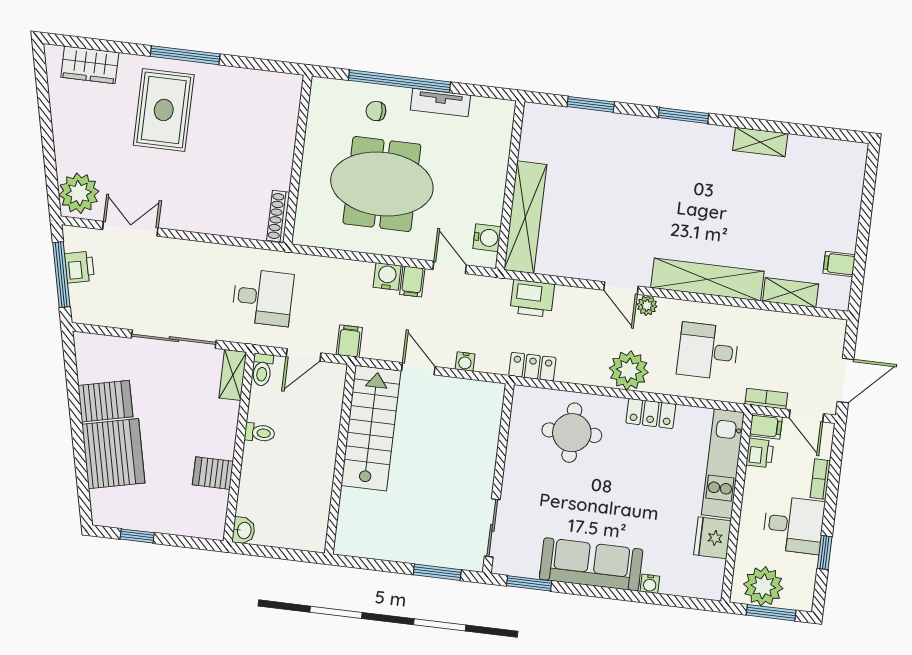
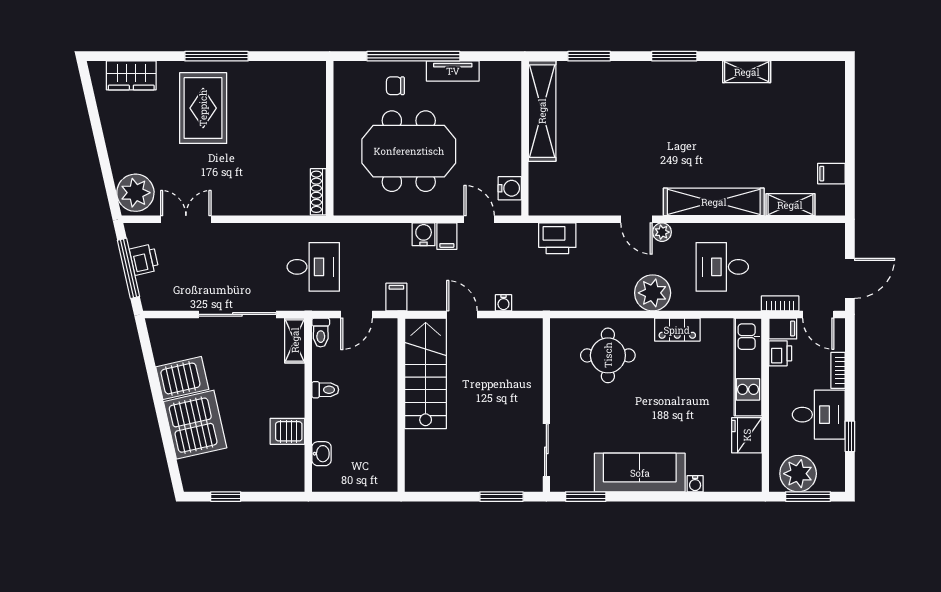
shelving: (525, 217) -> (542, 111), moved
locker: (532, 367) -> (565, 300), removed
washbasin: (244, 530) -> (322, 454), moved

